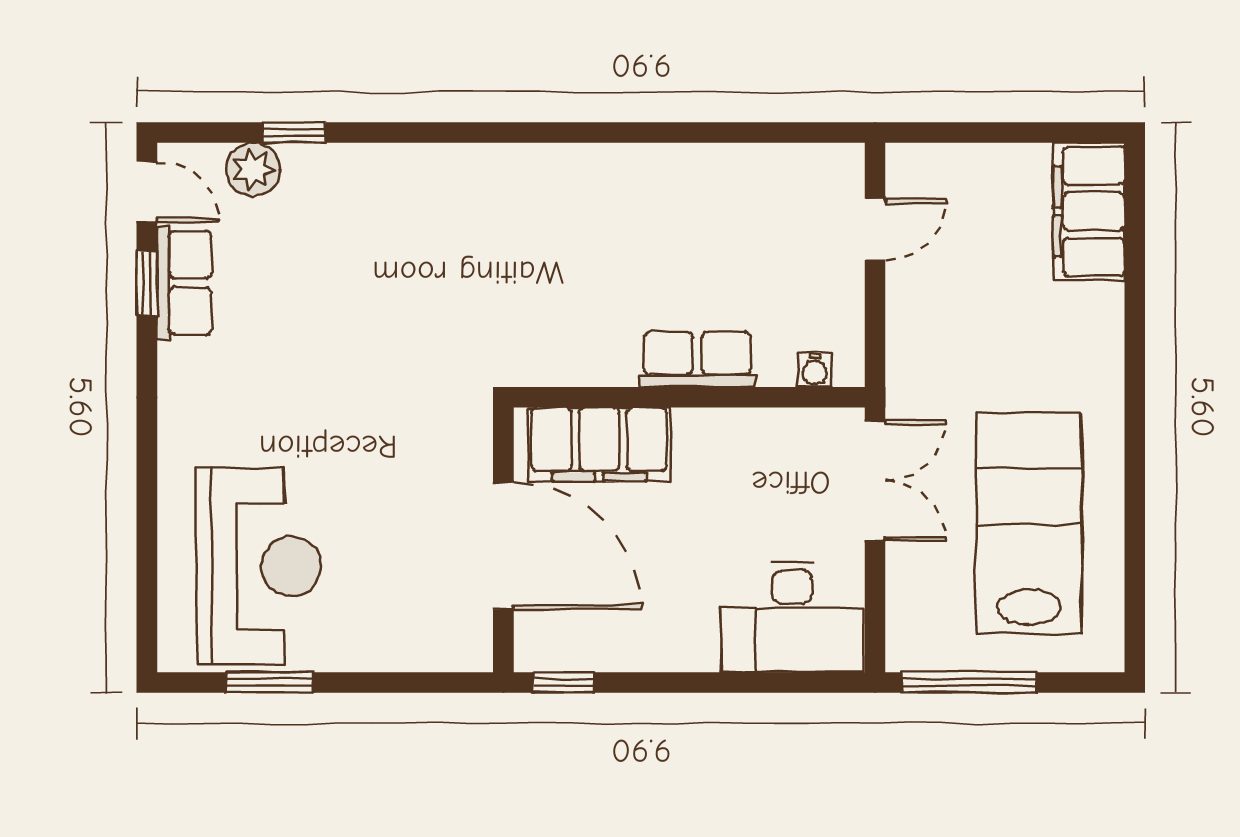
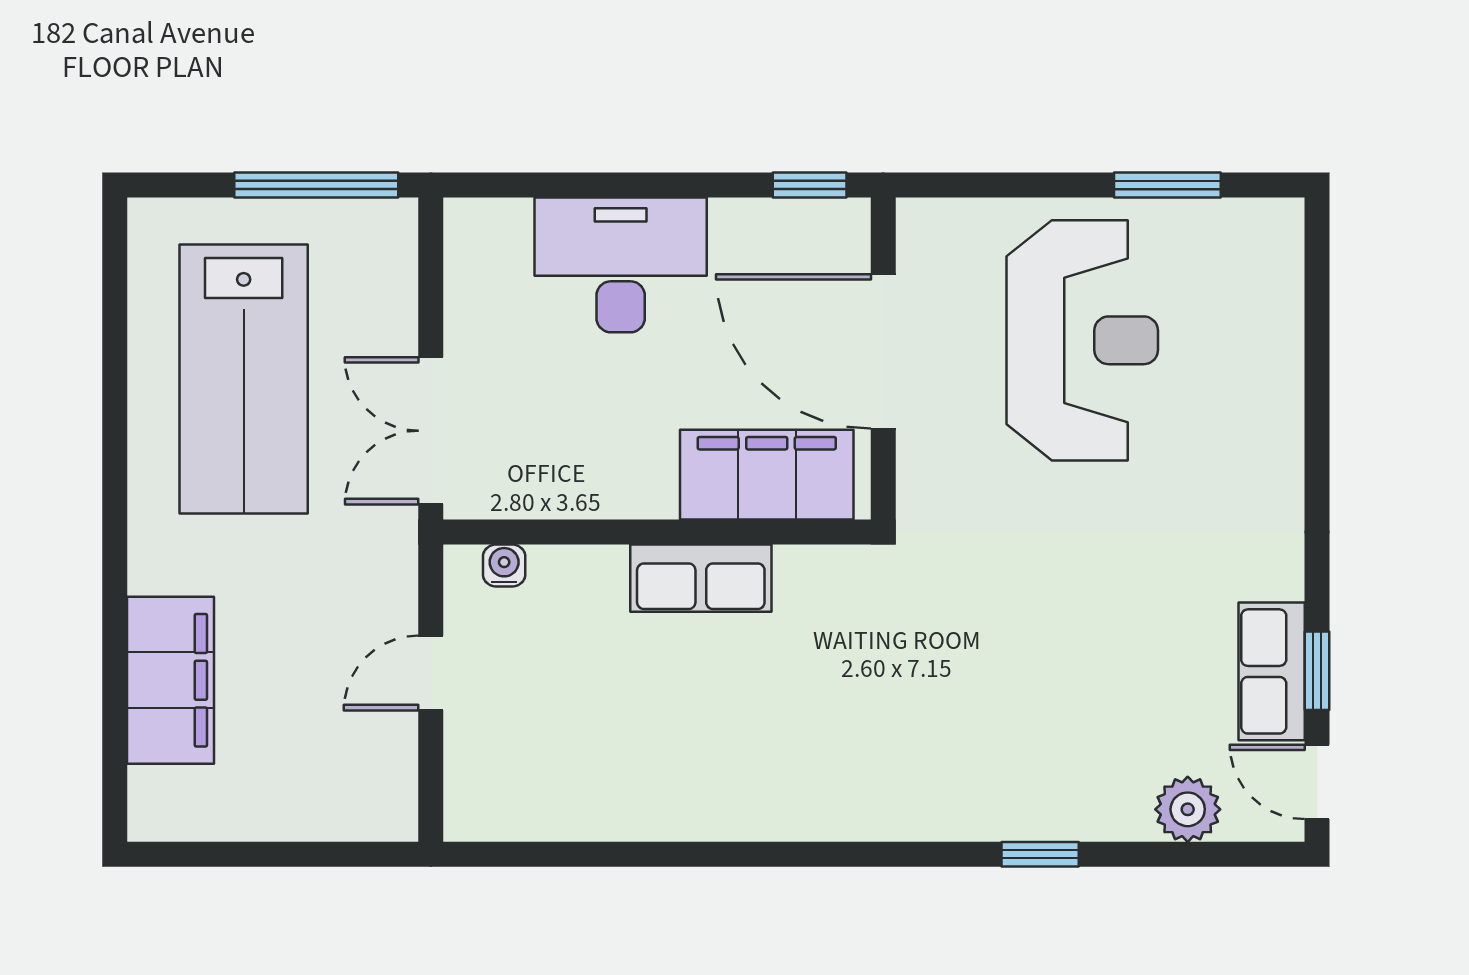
window: (294, 133) -> (1040, 854), moved
filing cabinet: (1089, 211) -> (171, 680), moved
door: (875, 229) -> (431, 673), moved
row of seats: (697, 359) -> (701, 578), moved
reception desk: (259, 566) -> (1082, 340), moved, turned 180
desk: (792, 617) -> (621, 265), moved

